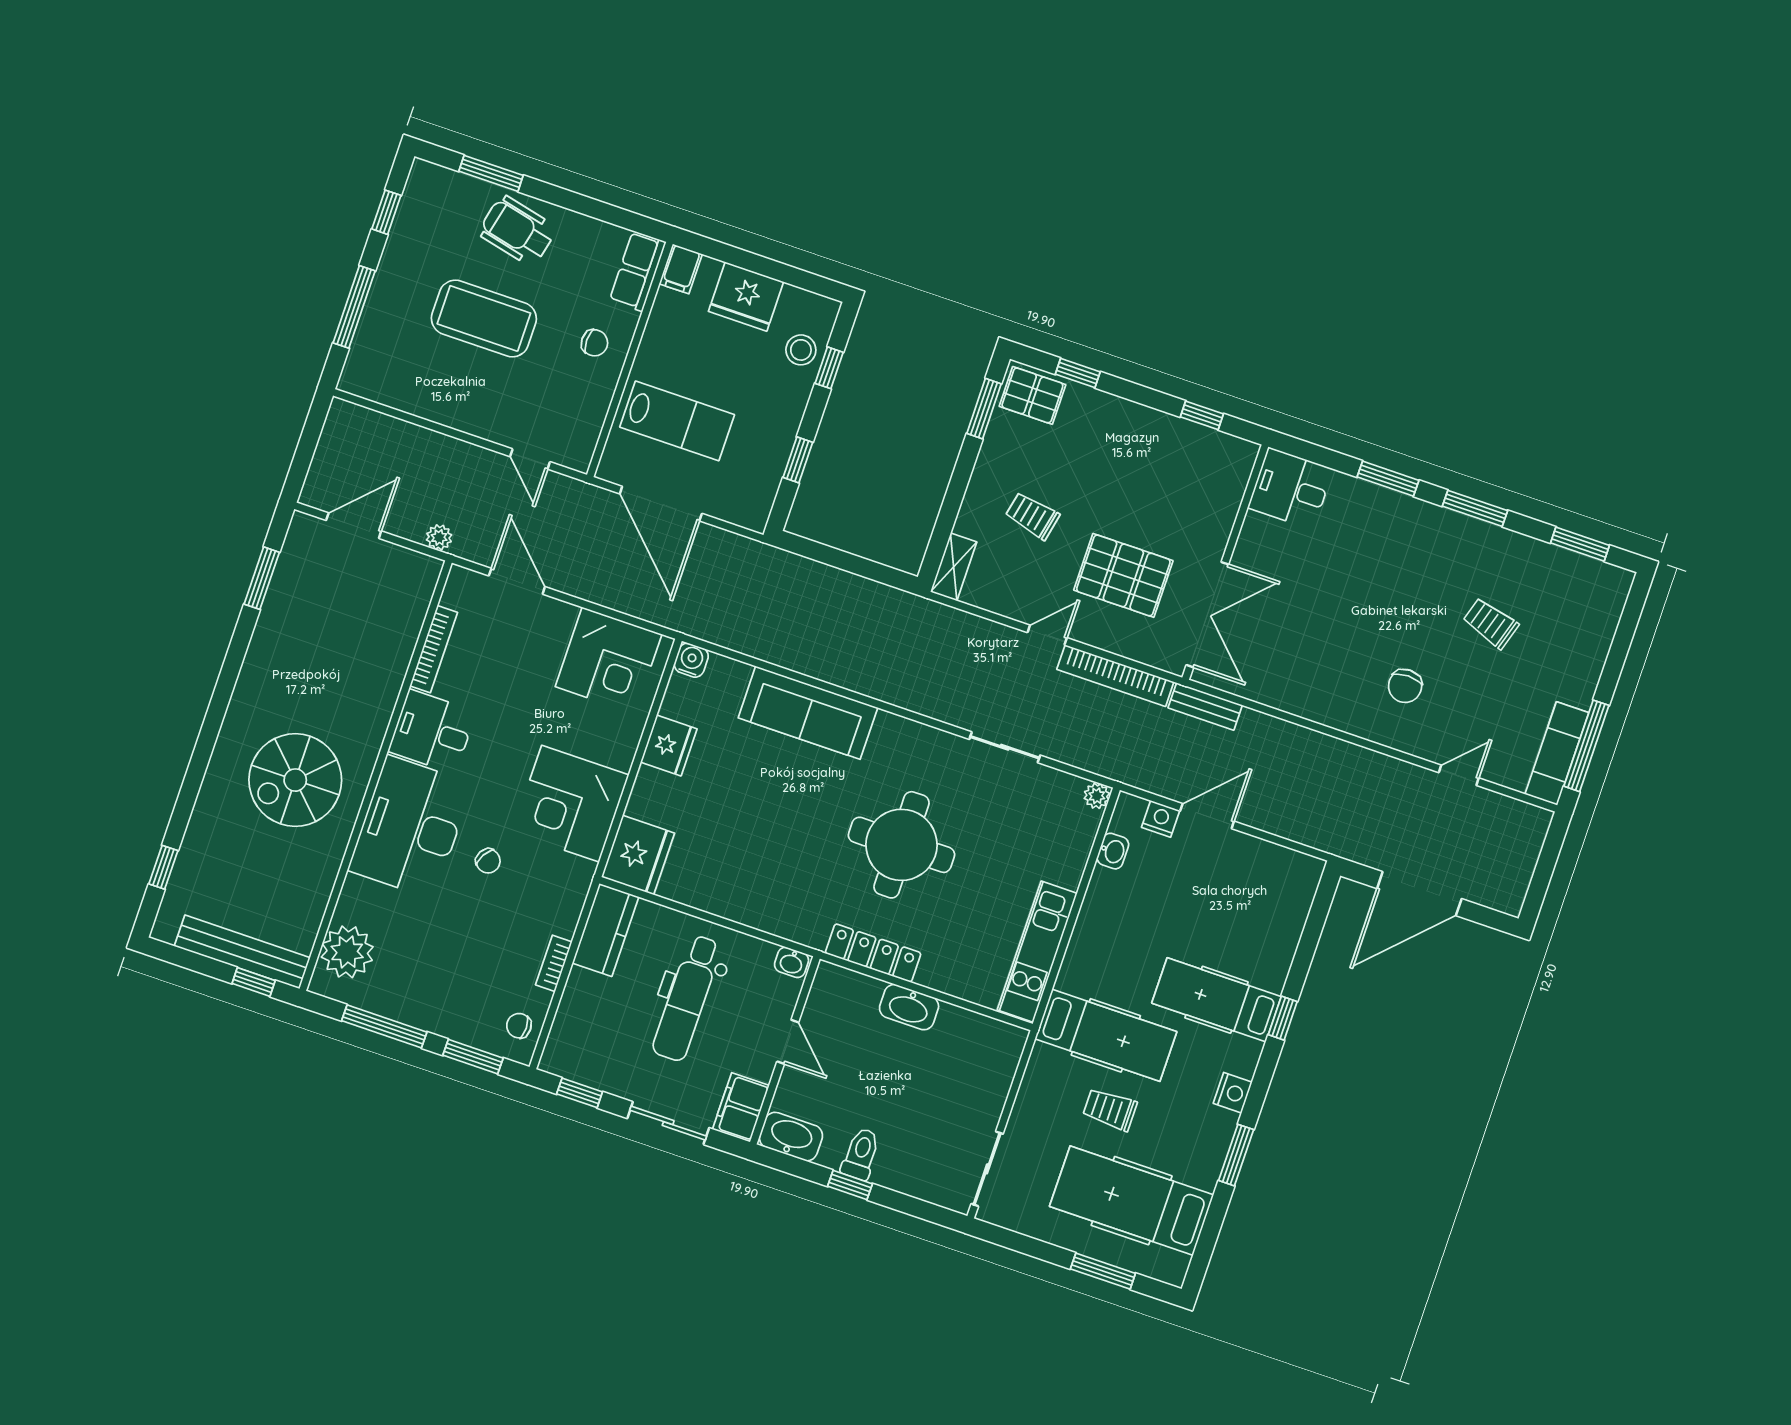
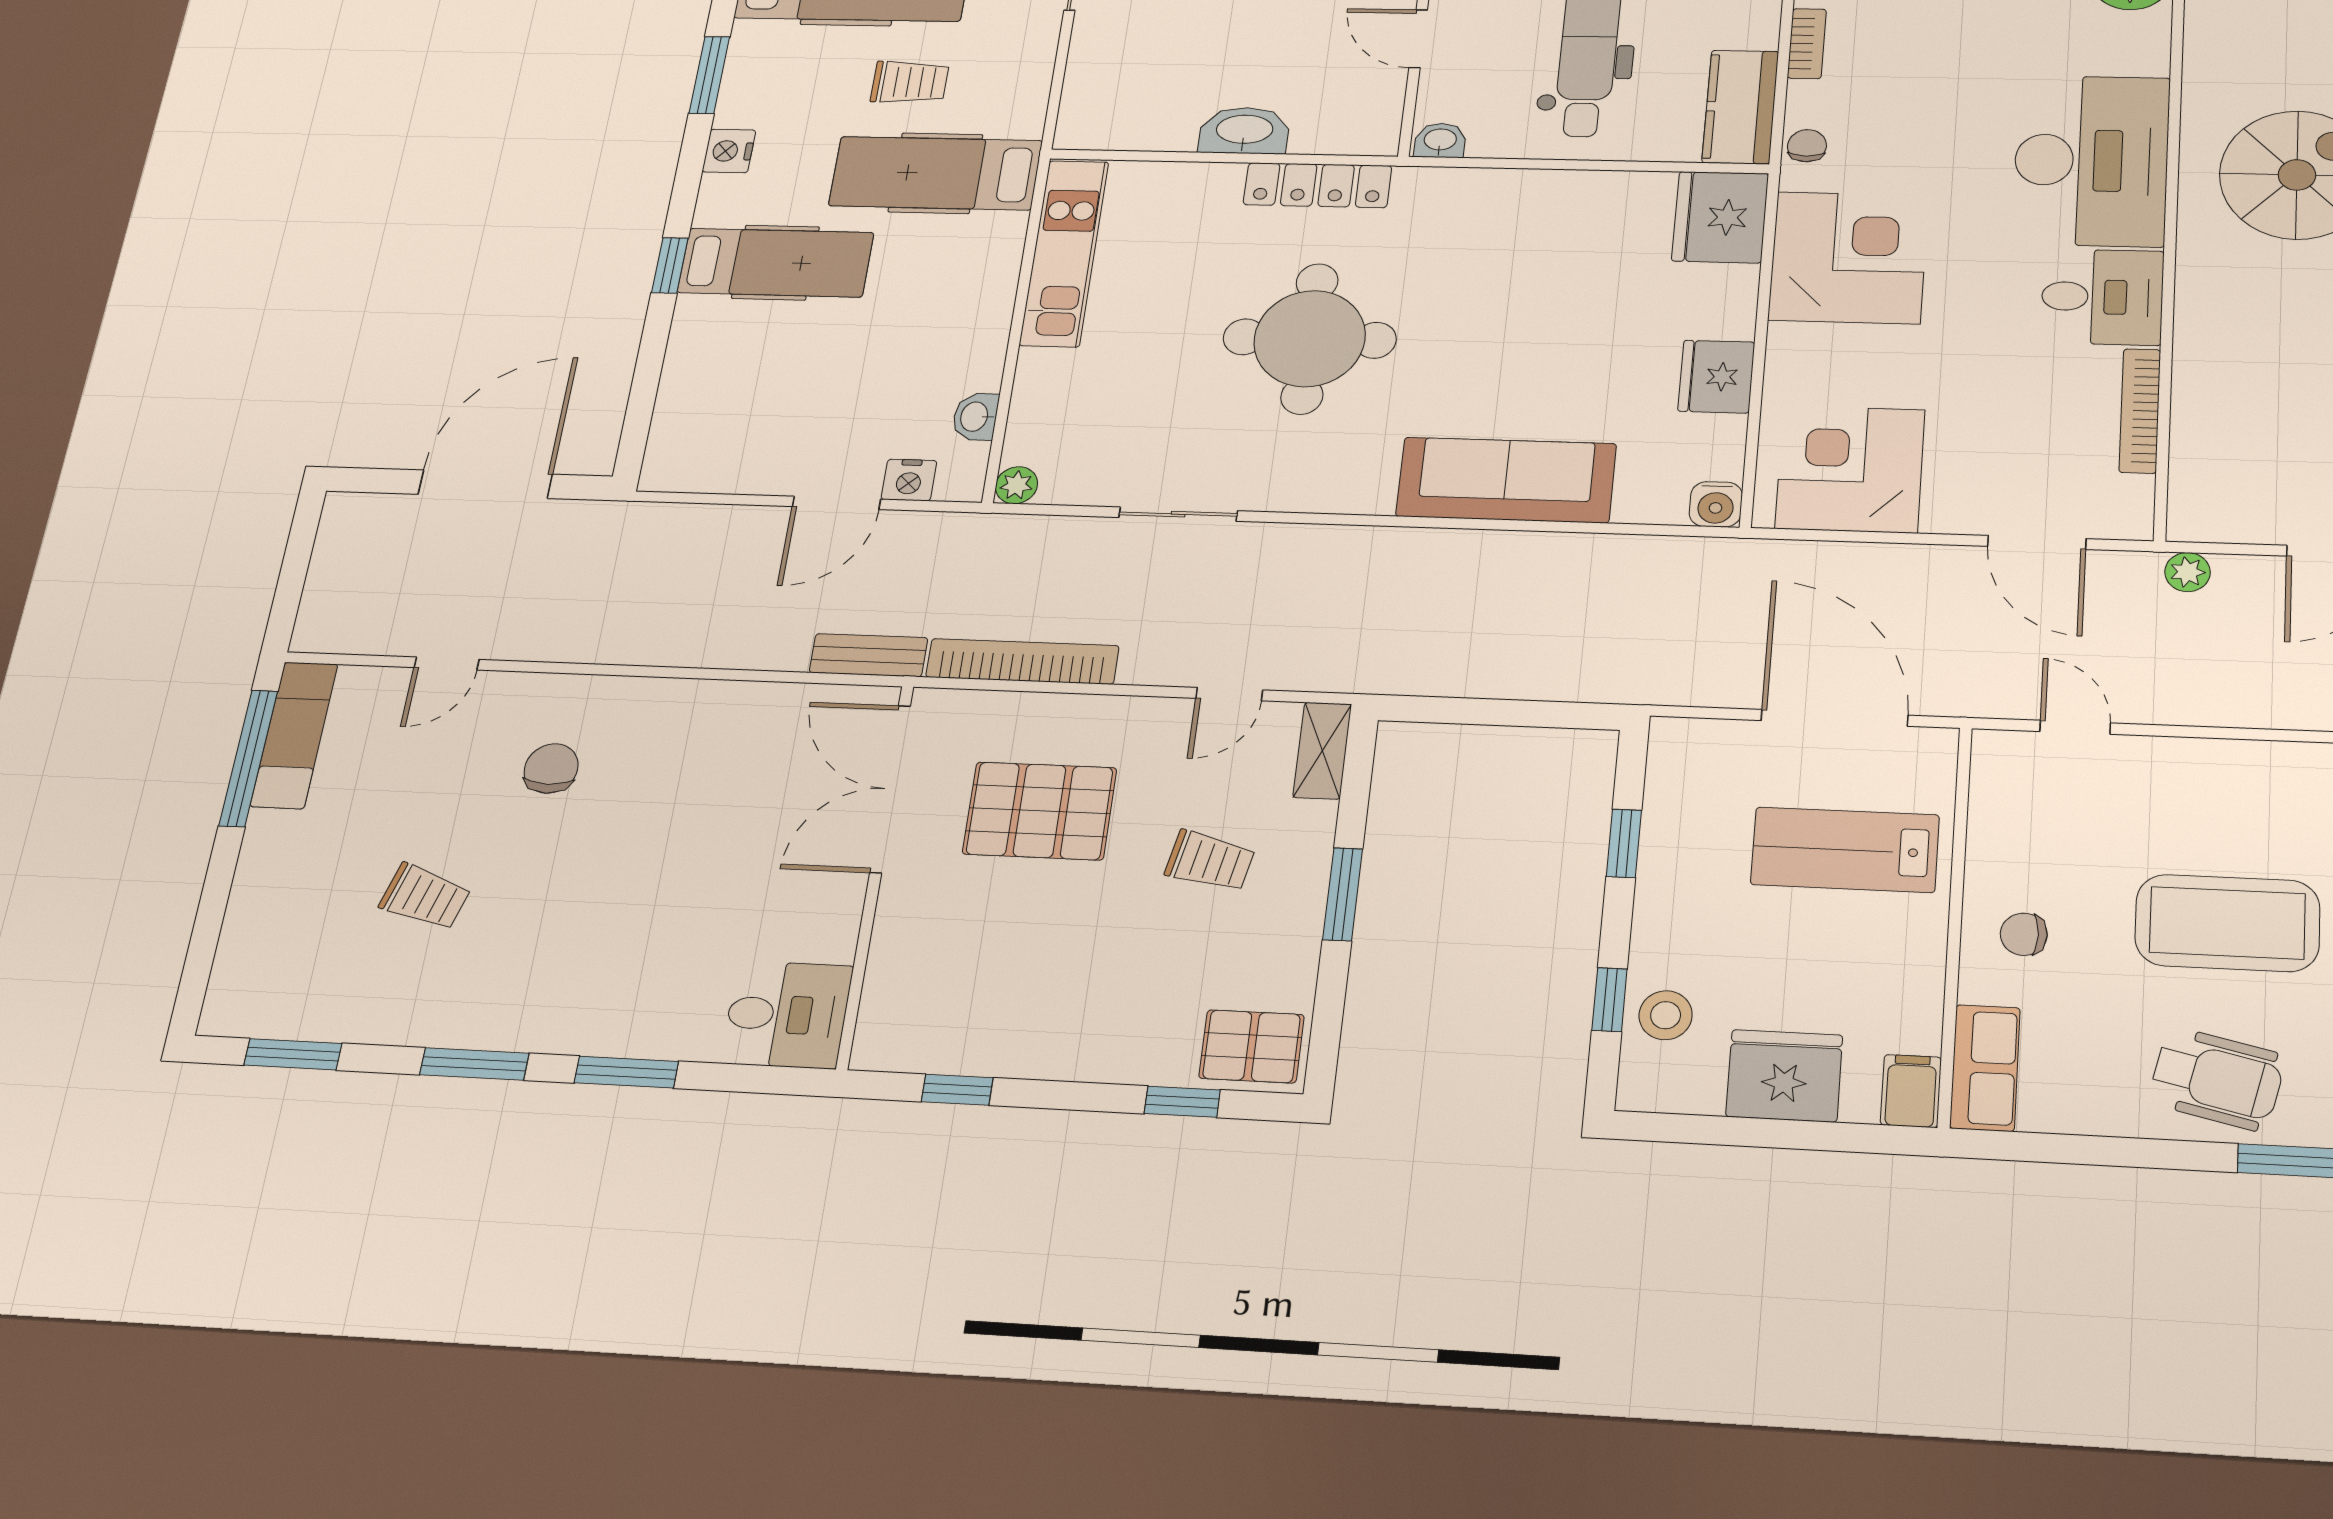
window: (984, 409) -> (1343, 894), moved
door: (1047, 635) -> (1229, 694), moved
chair: (488, 861) -> (1807, 146), moved, turned 60

